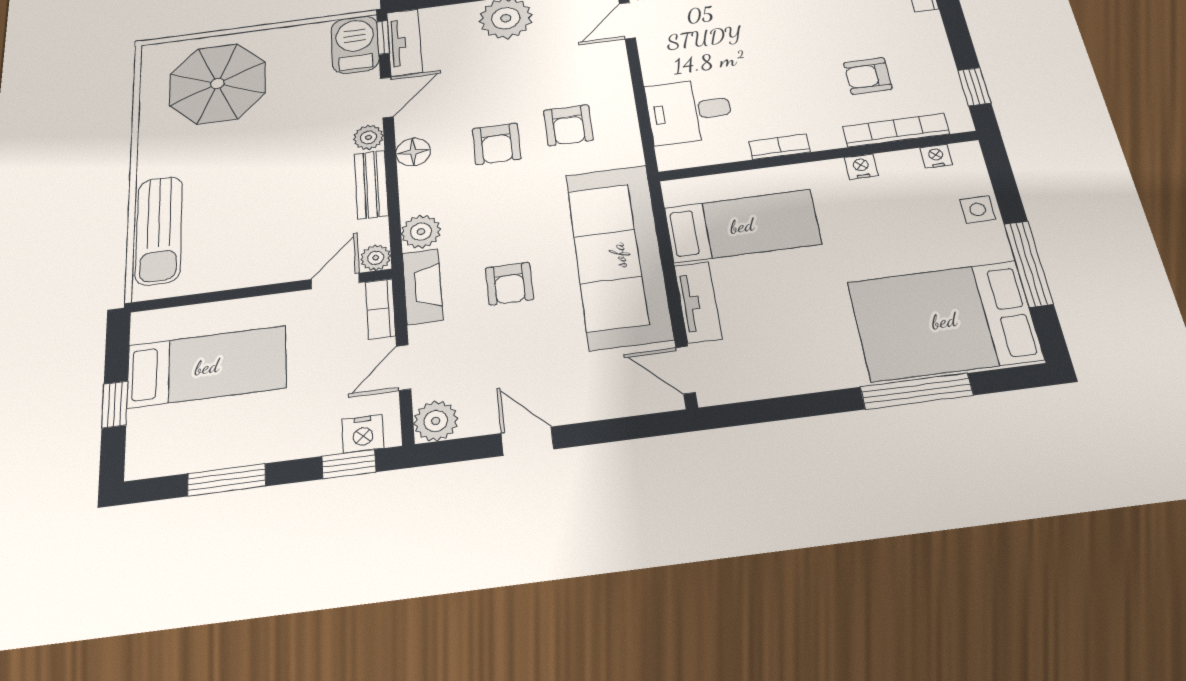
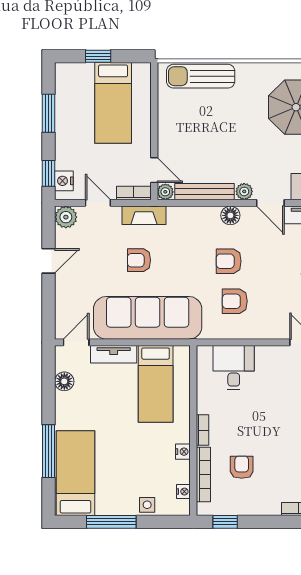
bookcase: (780, 147) -> (202, 430), moved
bench: (371, 184) -> (205, 192), width x1.36
plant: (421, 232) -> (178, 217), removed
bed: (944, 321) -> (75, 473), width x0.67
floor lamp: (768, 381) -> (64, 381), added

